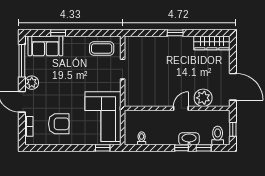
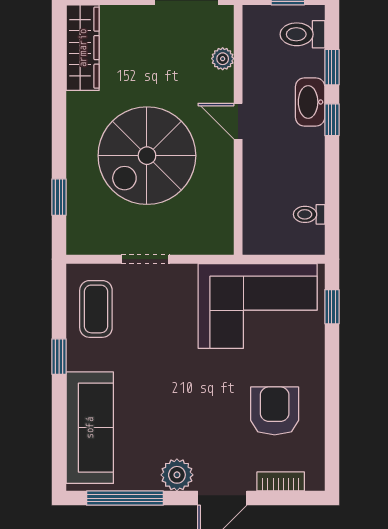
window: (58, 33) -> (59, 357), moved
window: (175, 33) -> (59, 197), moved
sofa: (45, 46) -> (90, 428), width x1.36
spiral stairs: (166, 70) -> (147, 156), added
plant: (203, 98) -> (223, 59), width x0.53, depth x0.53

